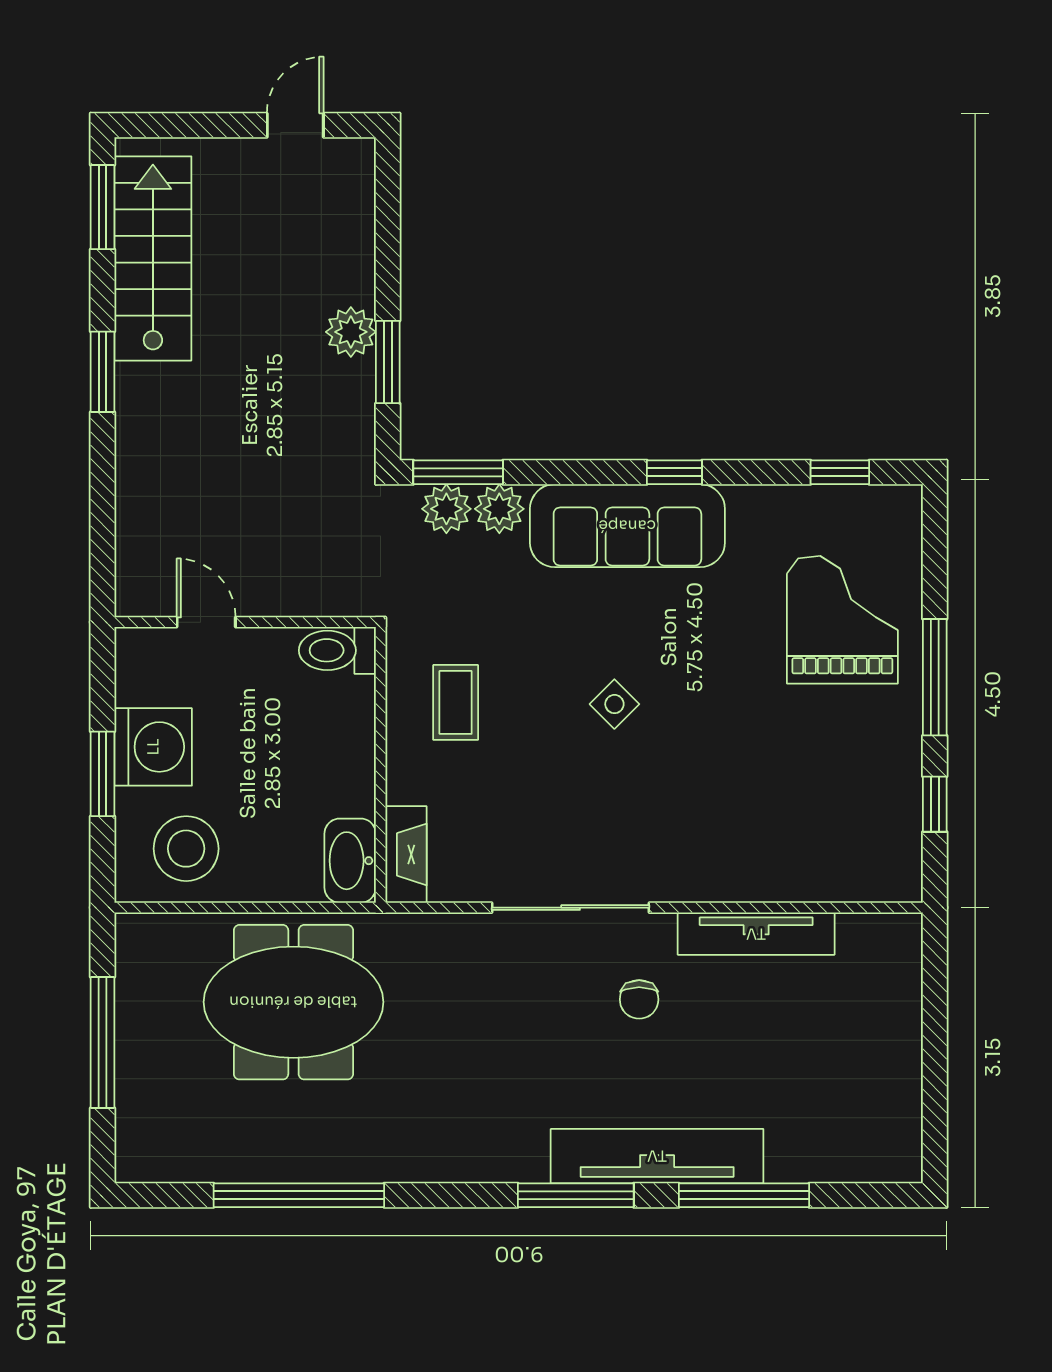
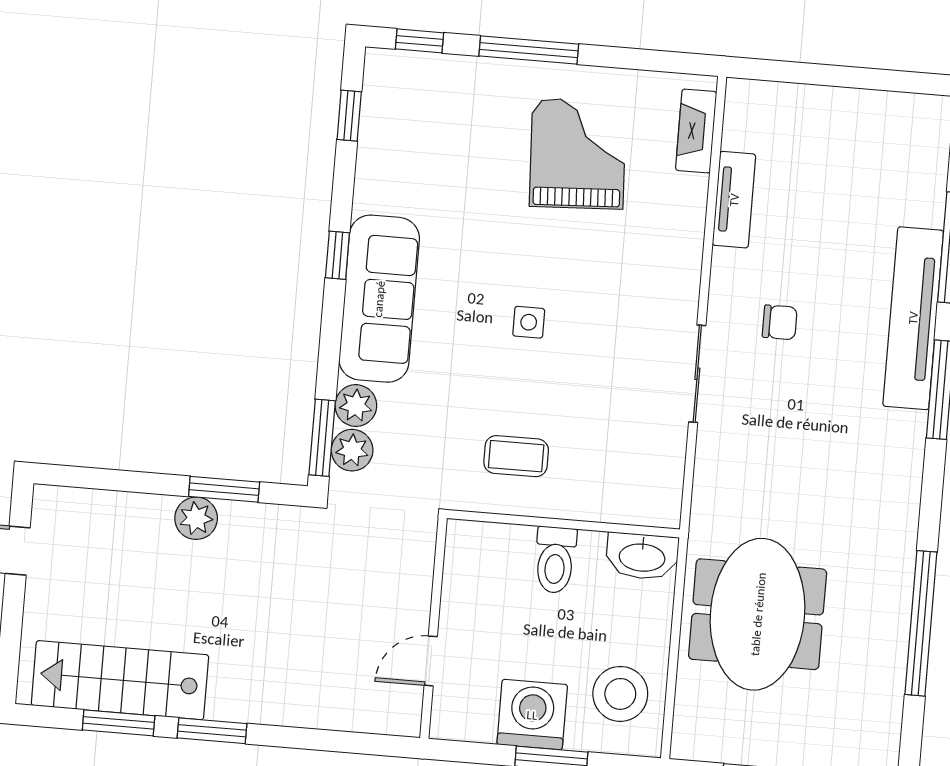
window: (102, 207) -> (119, 723), moved
grand piano: (842, 620) -> (578, 154), moved, turned 87
toilet: (337, 650) -> (555, 560), moved
side table: (614, 704) -> (529, 322), turned 45
window: (935, 804) -> (419, 41), moved
fireplace: (406, 854) -> (696, 131), moved, turned -90
sliding door: (571, 908) -> (697, 374), width x0.73
tv unit: (756, 934) -> (734, 200), width x0.71

